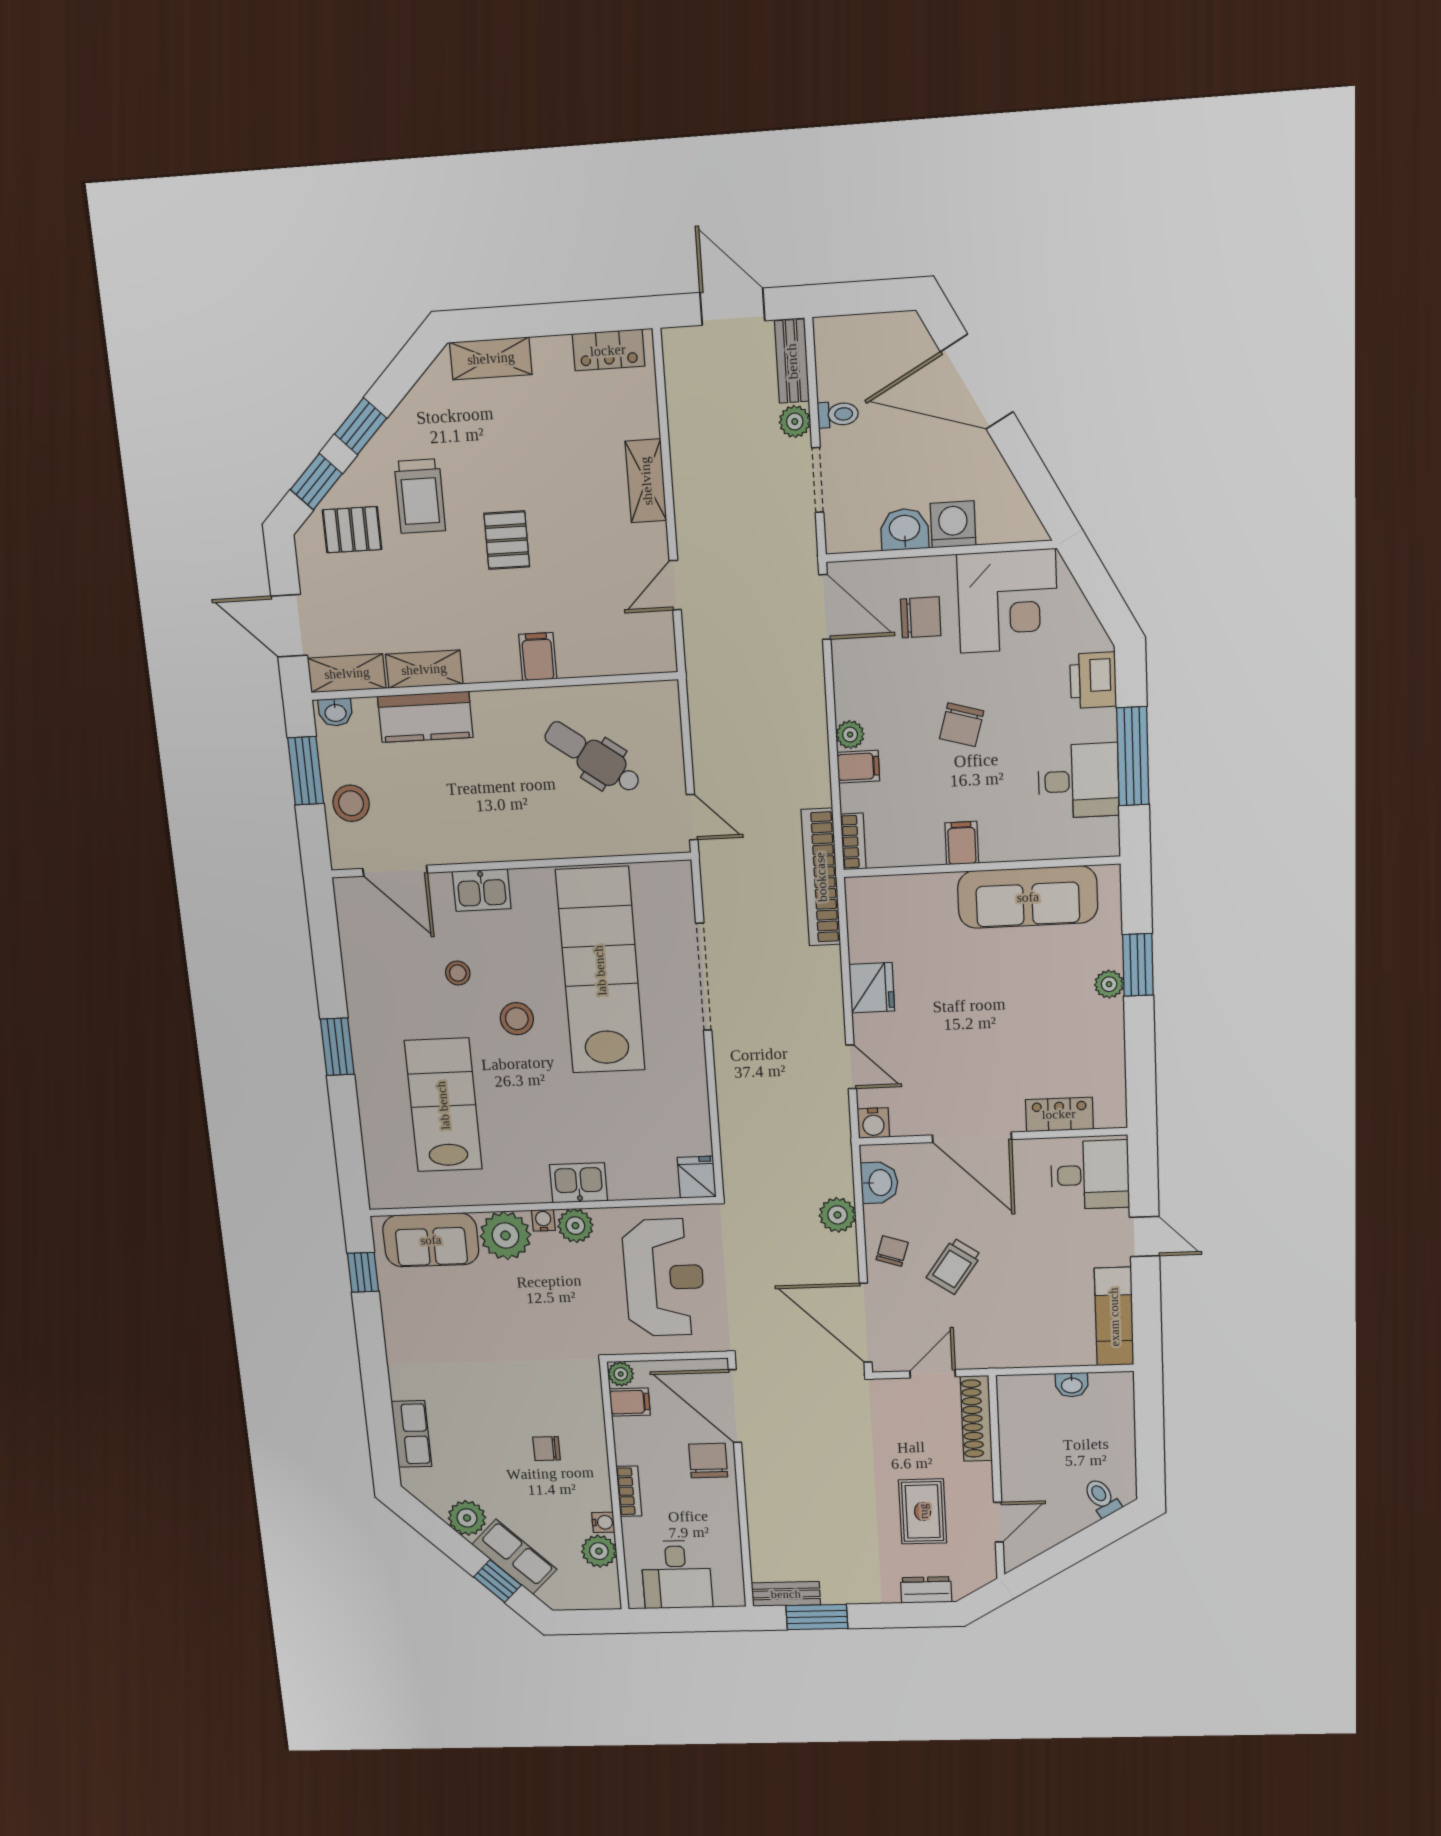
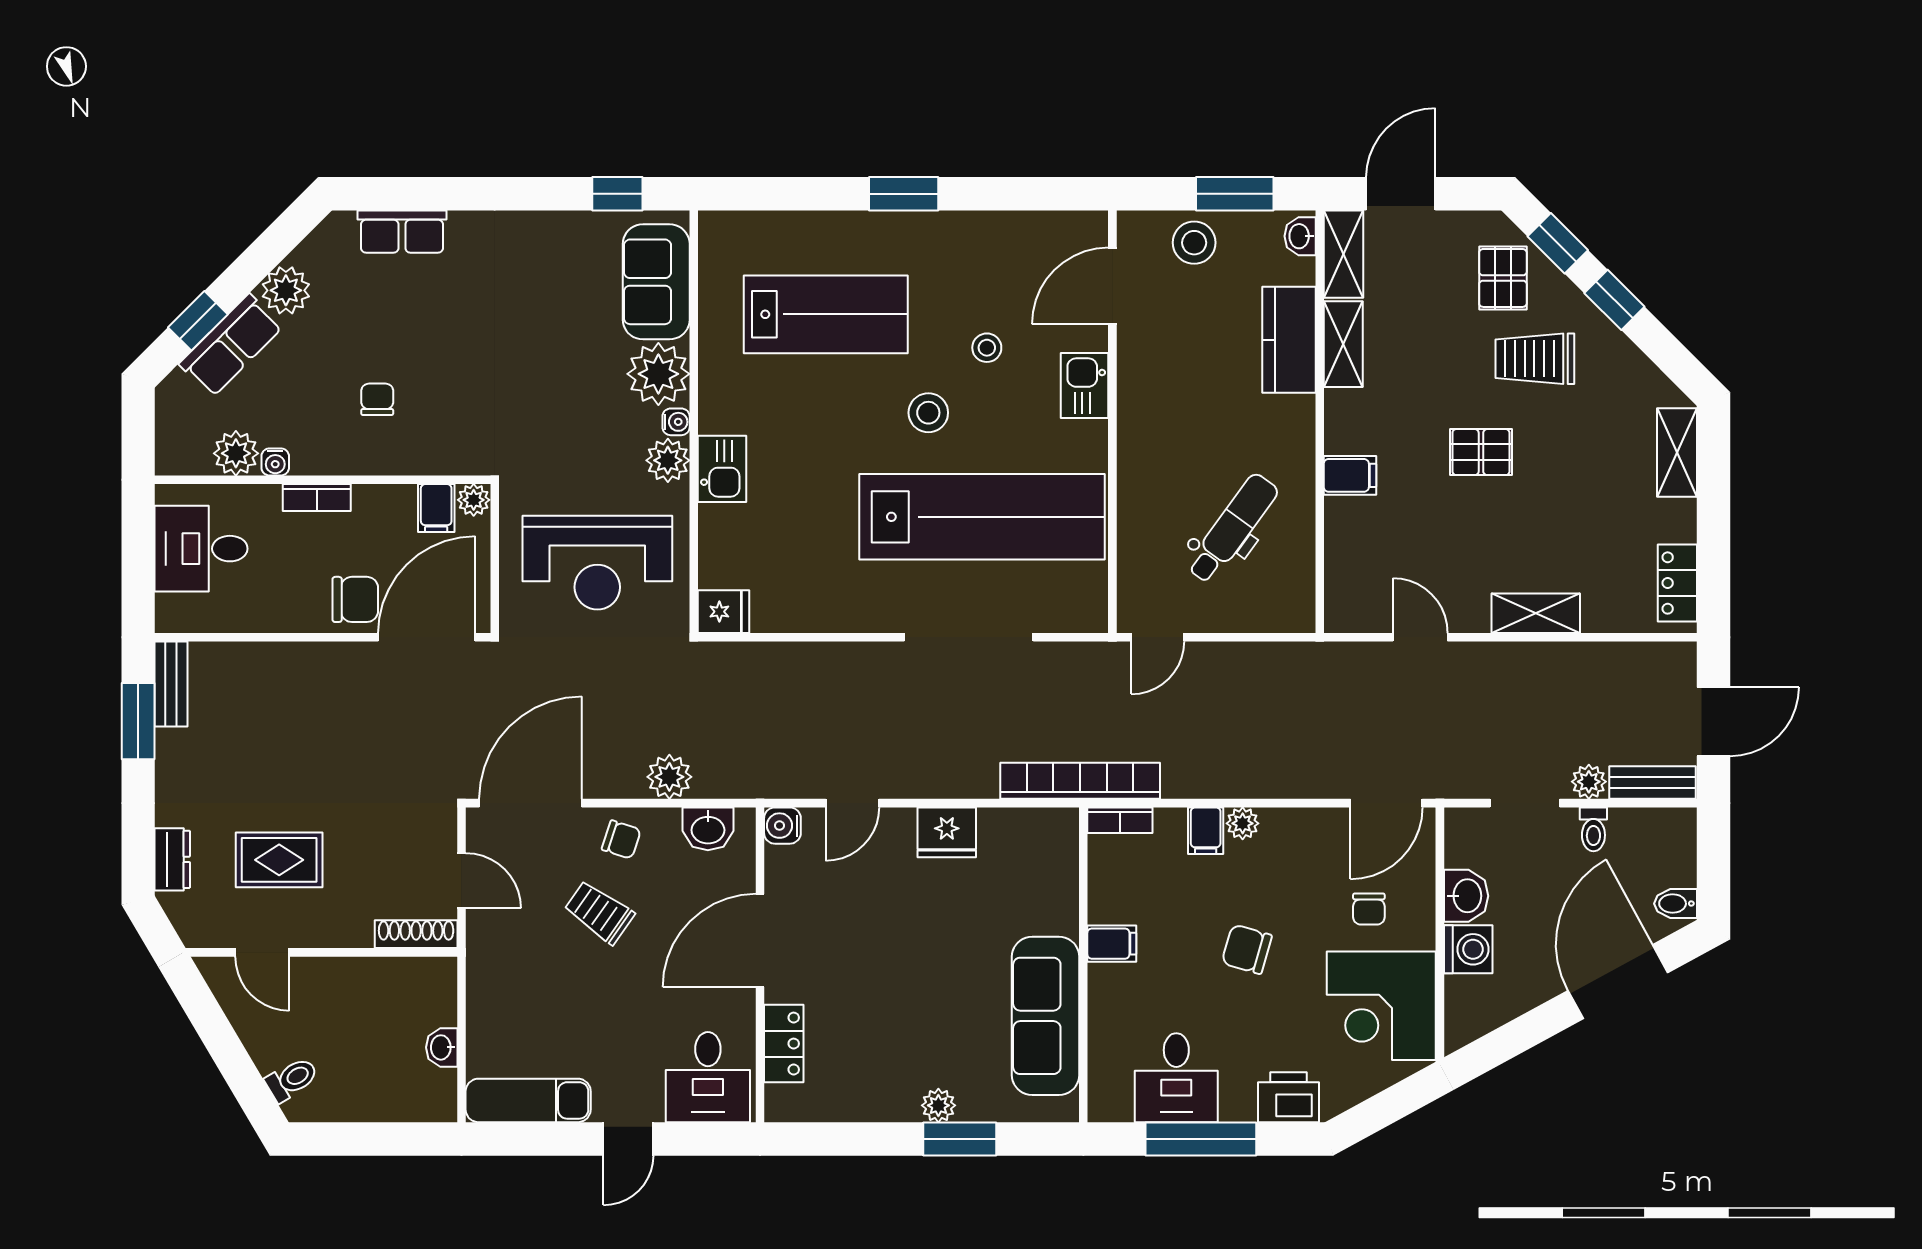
bidet: (902, 332) -> (1676, 904), added
chair: (921, 617) -> (1369, 909), width x0.73, depth x0.73
shoe rack: (976, 1418) -> (416, 934), width x0.74, depth x0.81

